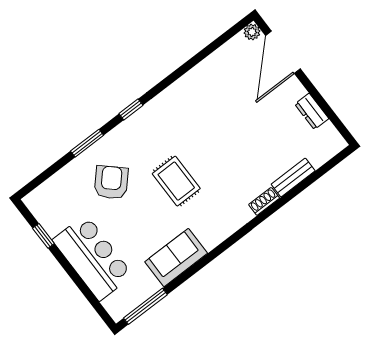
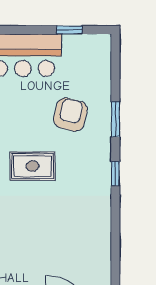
armchair: (111, 182) -> (70, 115), turned -119

